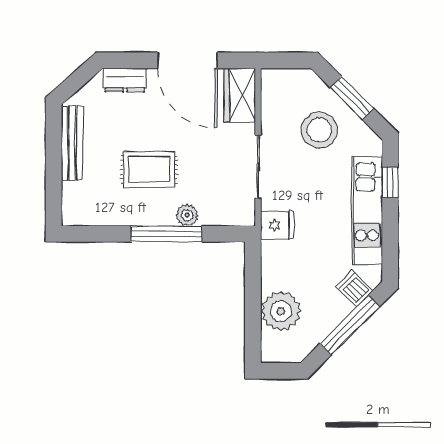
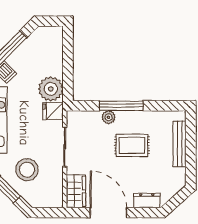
bench: (72, 143) -> (180, 144), moved
plant: (281, 311) -> (51, 89), moved

